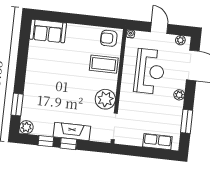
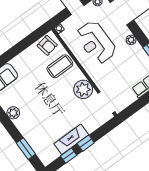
armchair: (109, 38) -> (47, 45), turned -101
reception desk: (150, 71) -> (96, 42), turned 180
plant: (26, 127) -> (13, 113), moved
fireplace: (72, 132) -> (71, 139), moved

